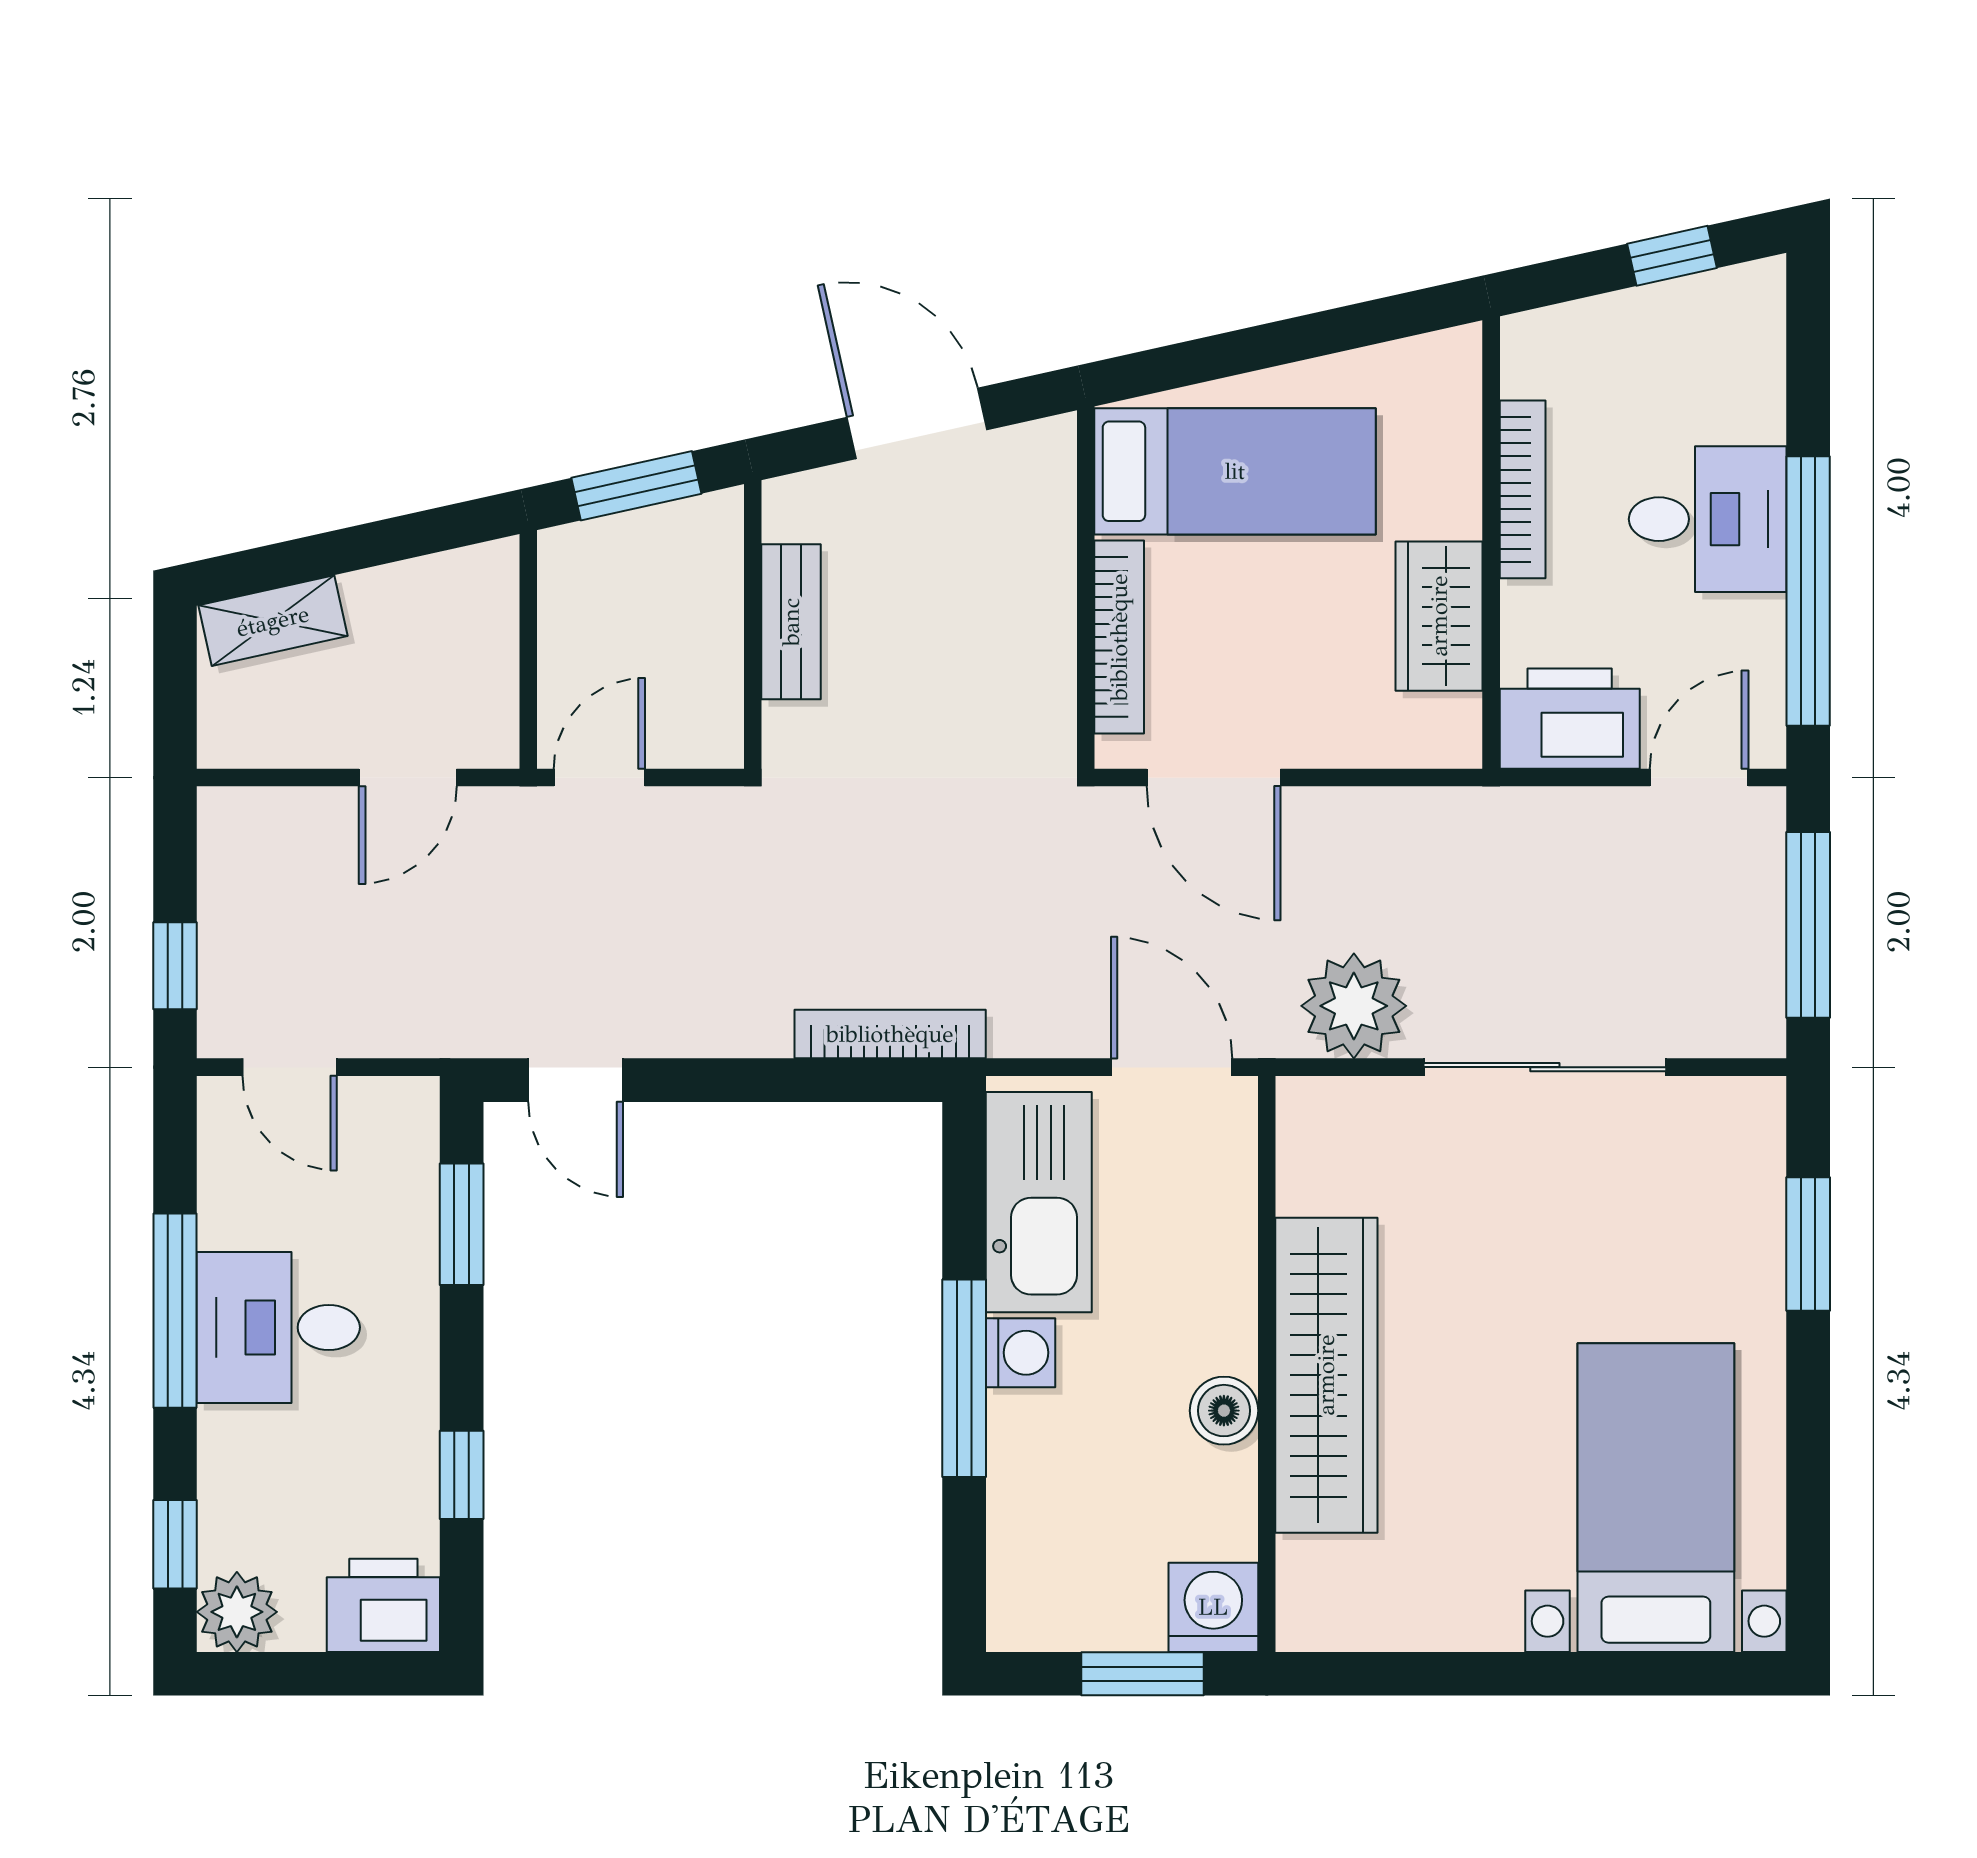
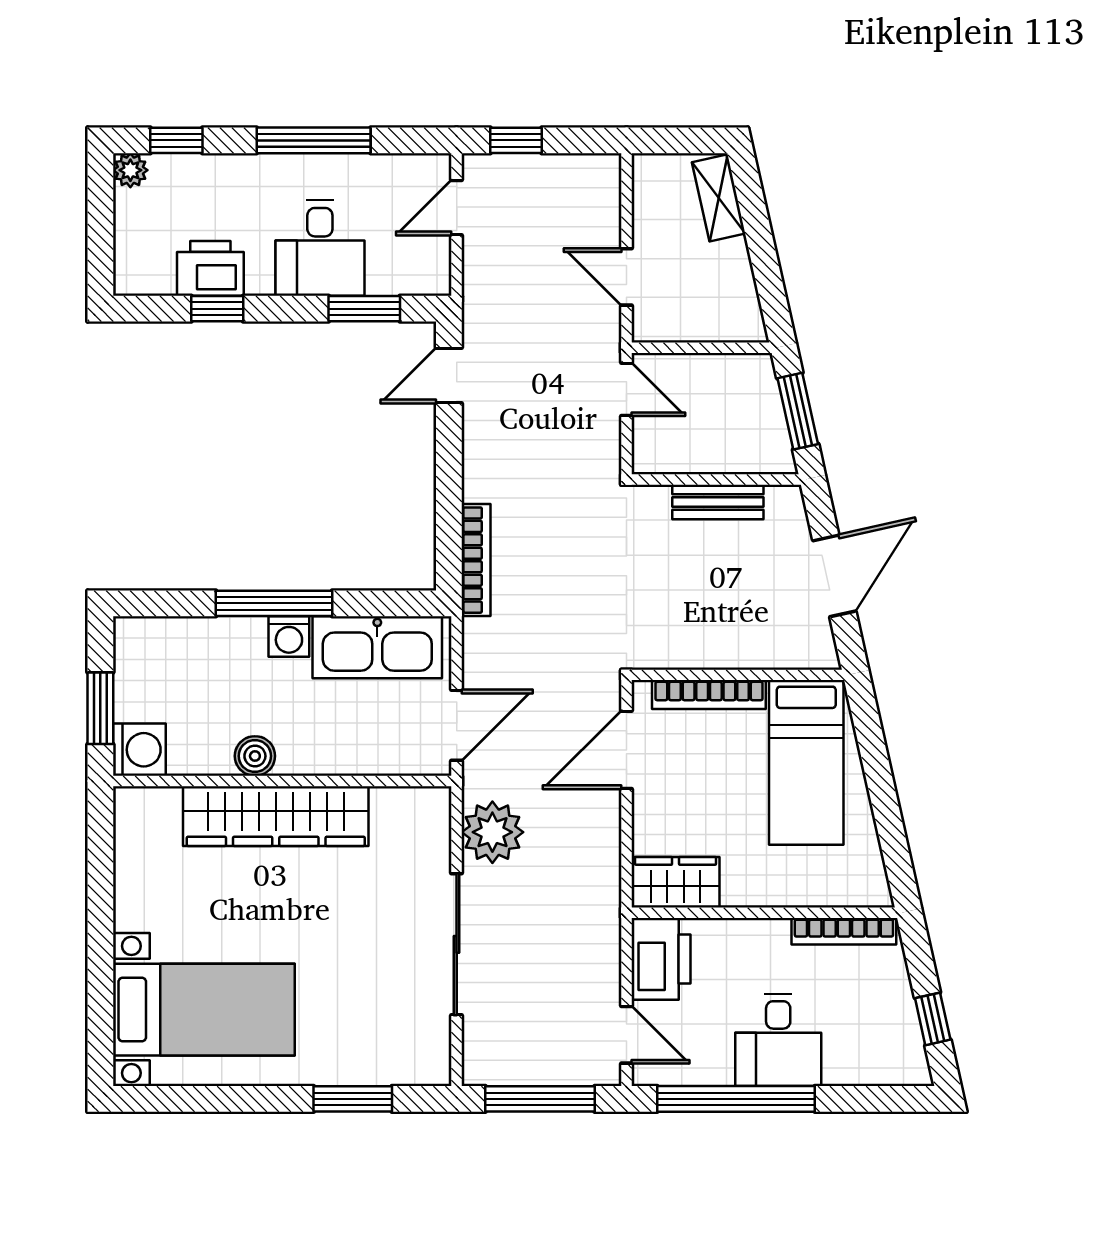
bookcase: (1523, 489) -> (844, 931), moved
wardrobe: (1439, 616) -> (676, 882), moved
desk: (278, 1327) -> (320, 248), moved, turned 180
printer: (383, 1605) -> (210, 268), moved, turned -90
plant: (237, 1612) -> (130, 170), width x0.73, depth x0.73

